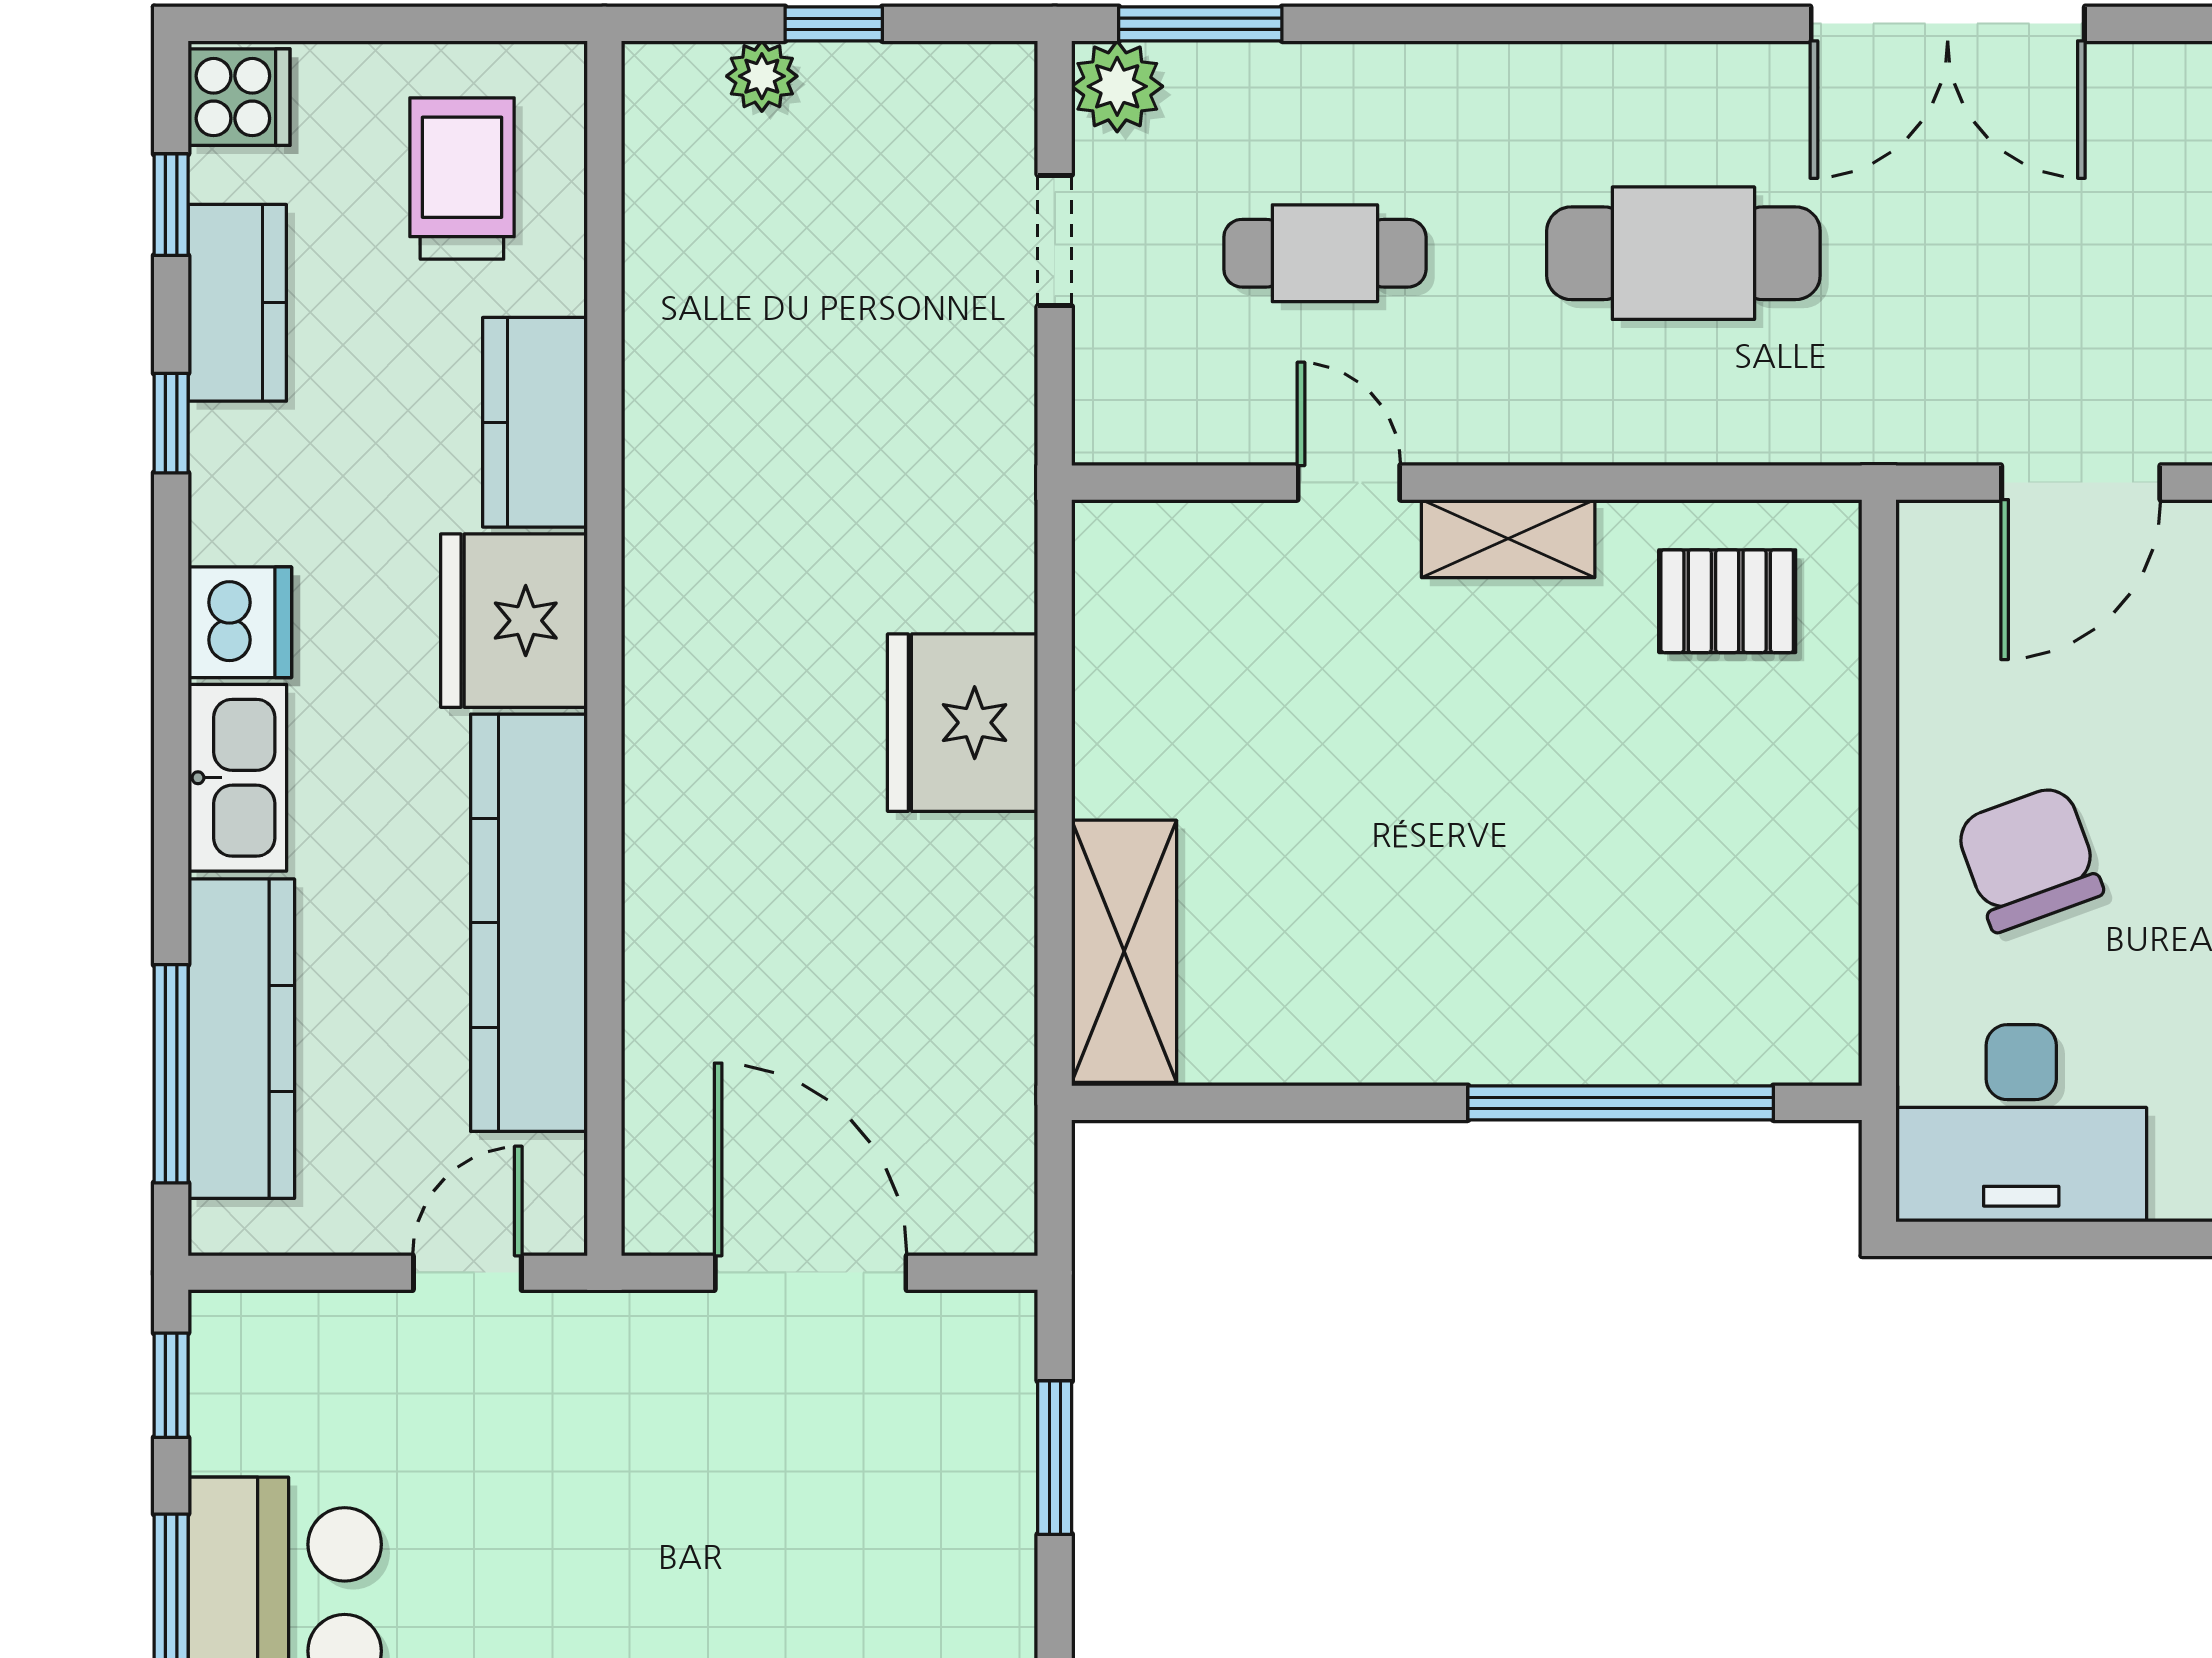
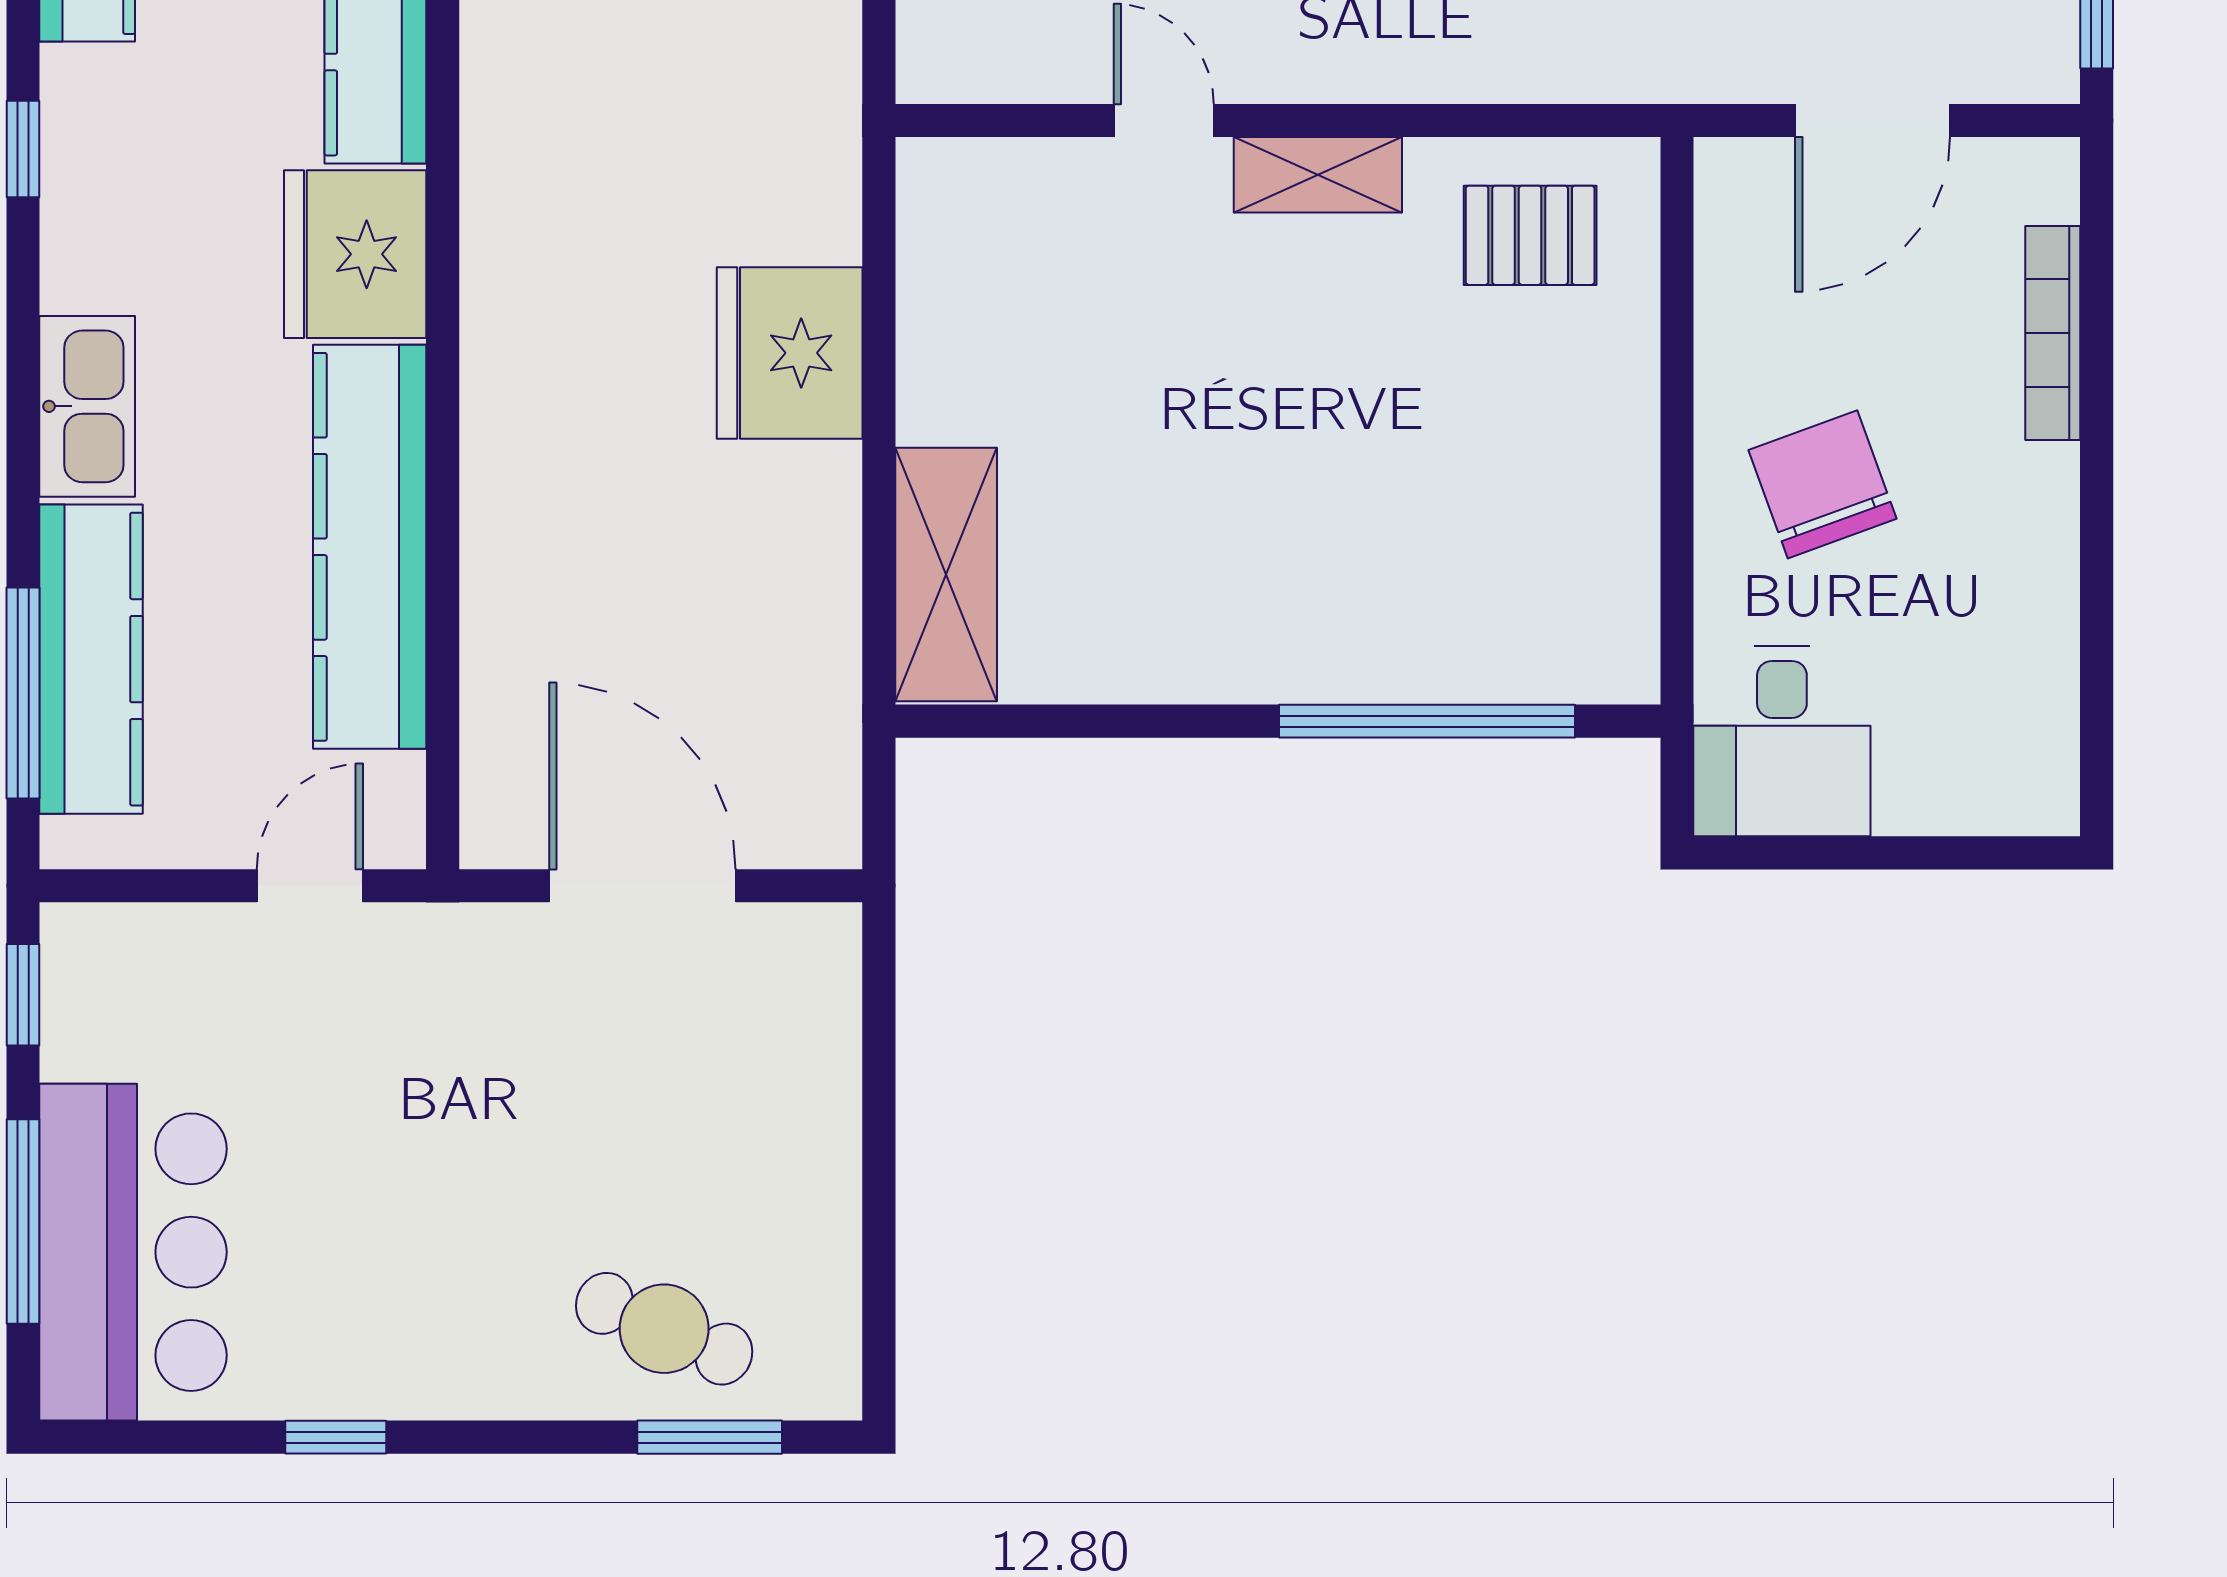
window: (171, 423) -> (23, 149), moved
dishwasher: (240, 622) -> (90, 256), removed
desk: (2021, 1123) -> (1782, 741), width x0.73
window: (1055, 1458) -> (879, 1065), removed

